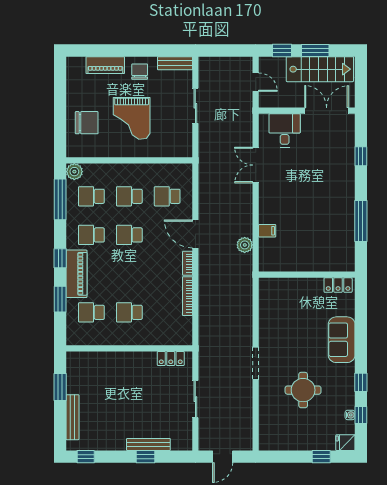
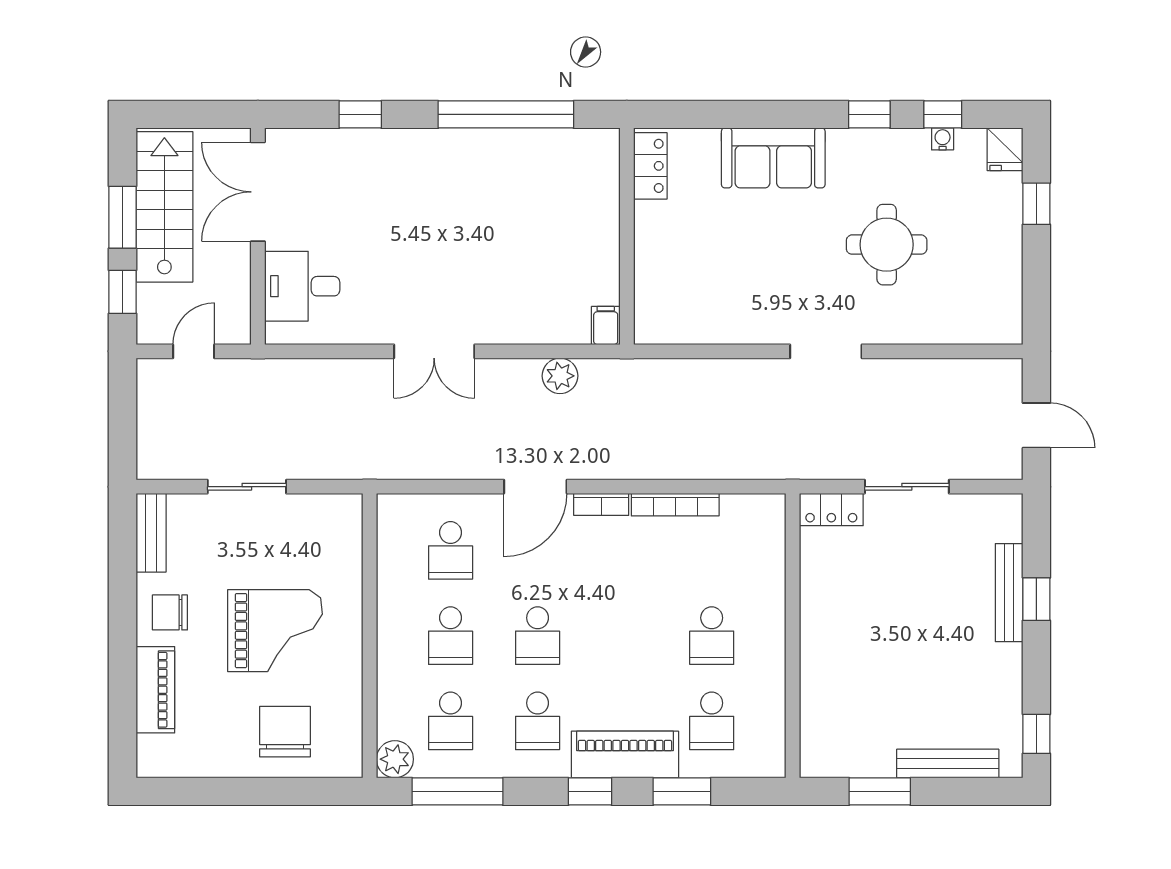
double door: (256, 165) -> (434, 351), moved
window: (361, 221) -> (506, 114), width x1.46
filing cabinet: (267, 231) -> (606, 325), moved
locker: (171, 358) -> (831, 510), moved, turned 90

